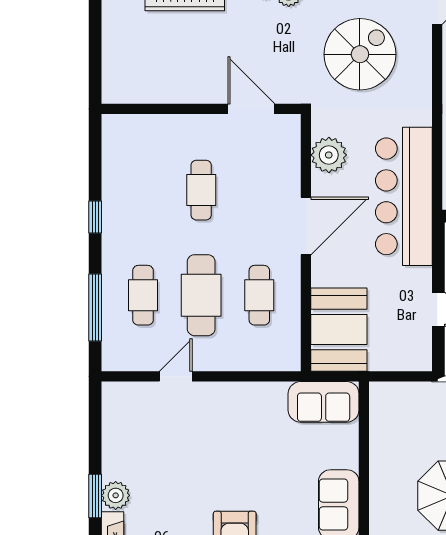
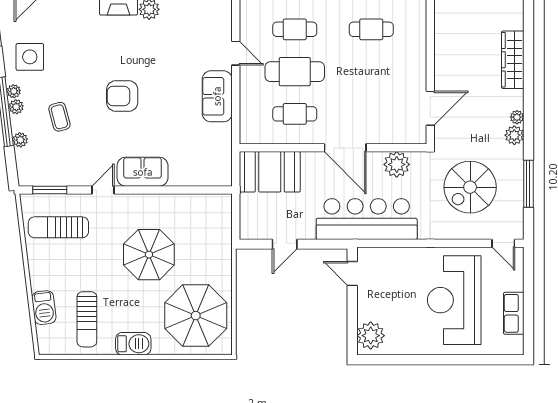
spiral stairs: (360, 54) -> (470, 187), turned 90
cafe table: (201, 190) -> (371, 29), moved
sofa: (324, 402) -> (217, 96), moved

